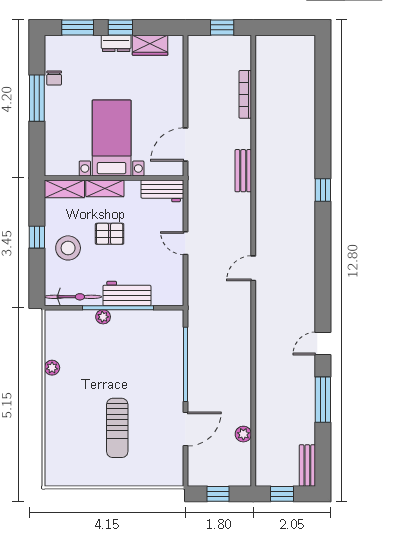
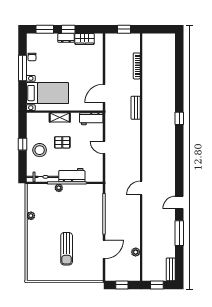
bed with nightstands: (112, 138) -> (48, 93), moved, turned 90
shelving: (64, 189) -> (38, 118), removed
door: (253, 268) -> (141, 188), moved

